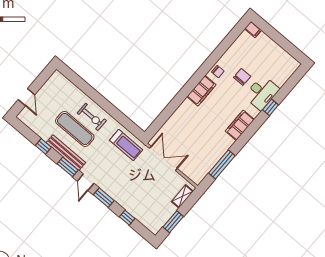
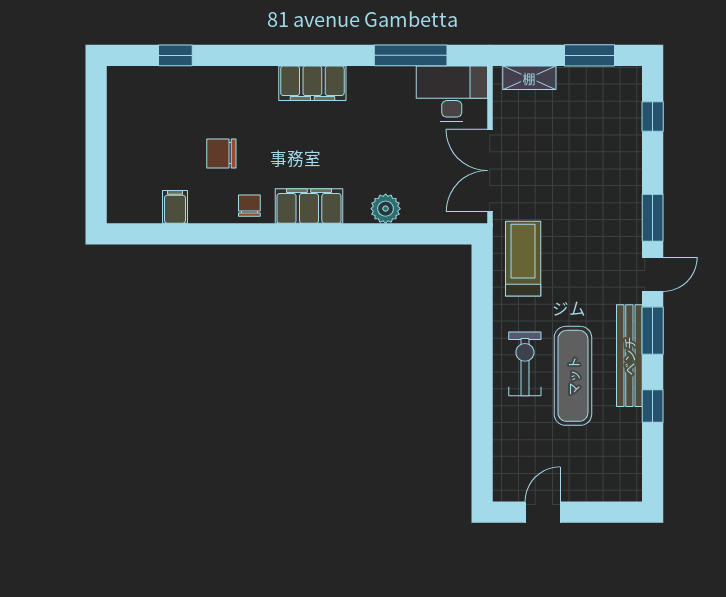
filing cabinet: (253, 29) -> (175, 207), moved
desk: (262, 93) -> (452, 94), moved
door: (26, 97) -> (543, 512), moved
window: (271, 107) -> (175, 55), moved
plant: (180, 115) -> (386, 209), added
window: (127, 218) -> (653, 116), moved

